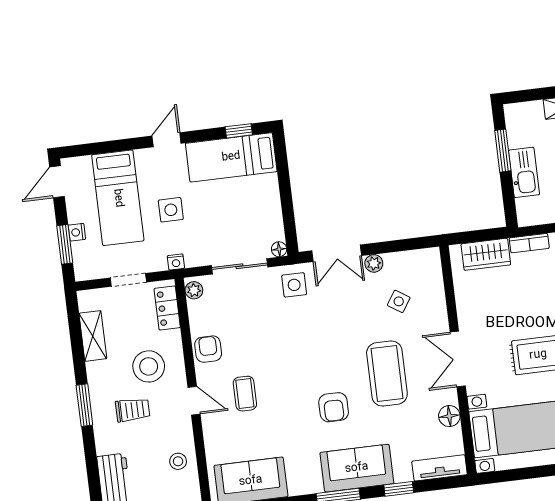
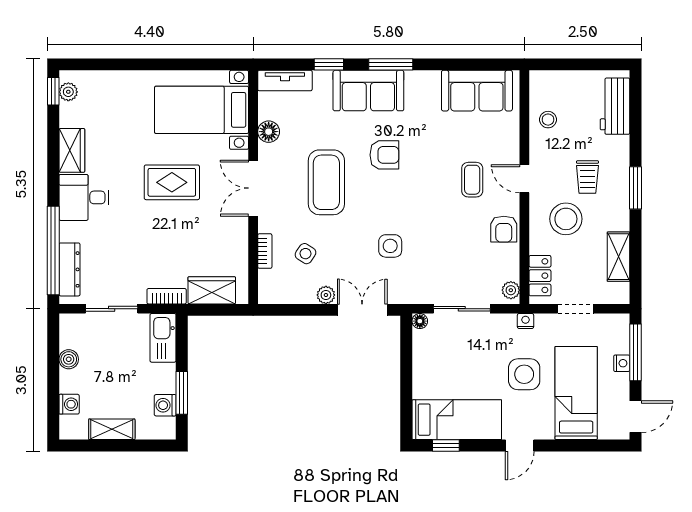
washing machine: (518, 137) -> (165, 405), added
kitchen sink: (524, 172) -> (163, 338), moved
side table: (171, 210) -> (524, 374), width x1.37, depth x1.37
window: (65, 244) -> (635, 352), width x1.44
side table: (294, 285) -> (390, 246), moved
bookcase: (439, 299) -> (265, 251), added
double door: (458, 359) -> (253, 188), swing flipped
armchair: (334, 407) -> (384, 155), turned 90
trolley: (133, 410) -> (587, 177), turned -90

